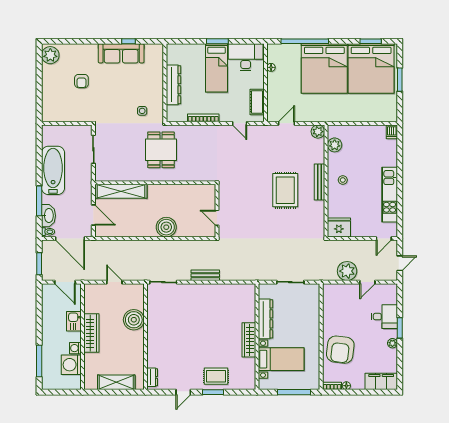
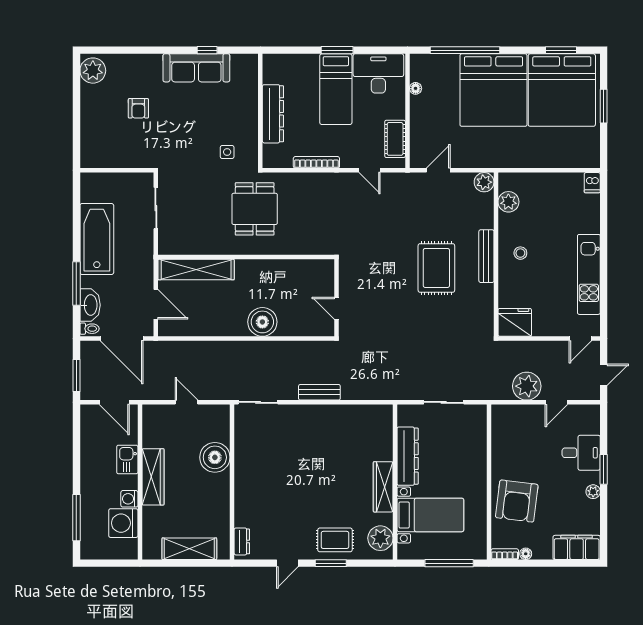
plant: (247, 375) -> (380, 538), added

